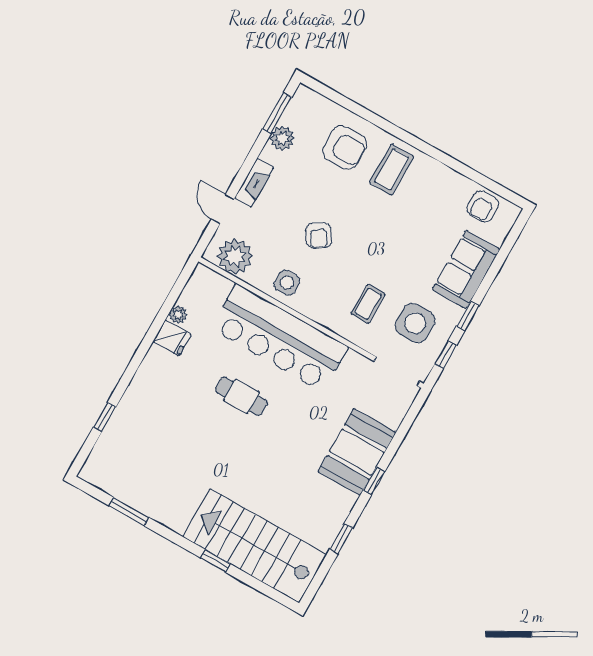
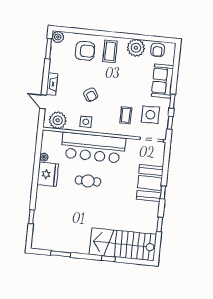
plant: (282, 138) -> (58, 37), moved
plant: (444, 184) -> (136, 48), added
fridge: (172, 338) -> (48, 174), width x1.88, depth x1.34

